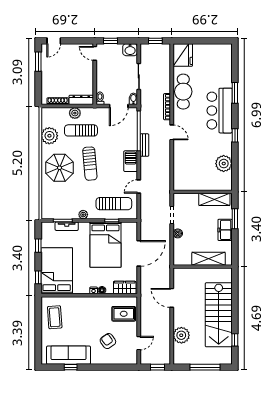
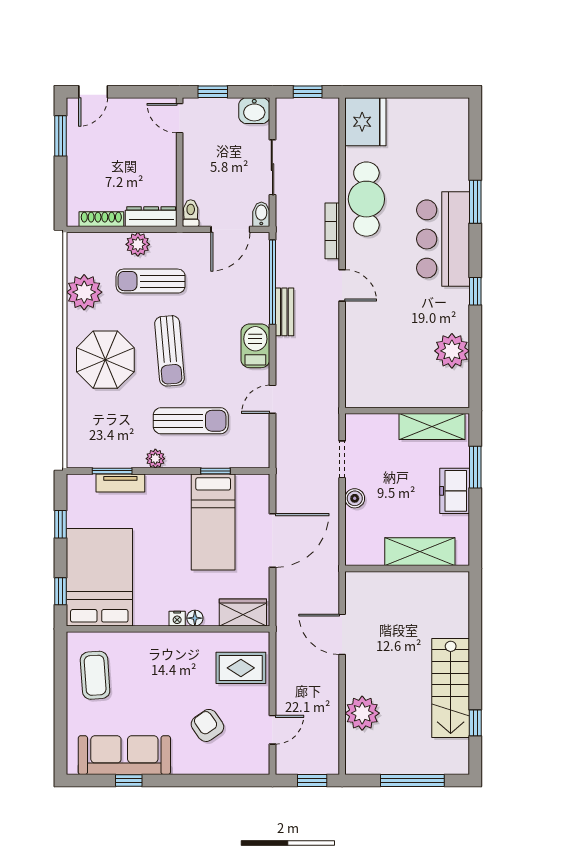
sun lounger: (114, 204) -> (191, 421), moved
bed: (105, 245) -> (213, 522), width x0.67
stairs: (219, 315) -> (451, 688), width x0.73, depth x0.66

